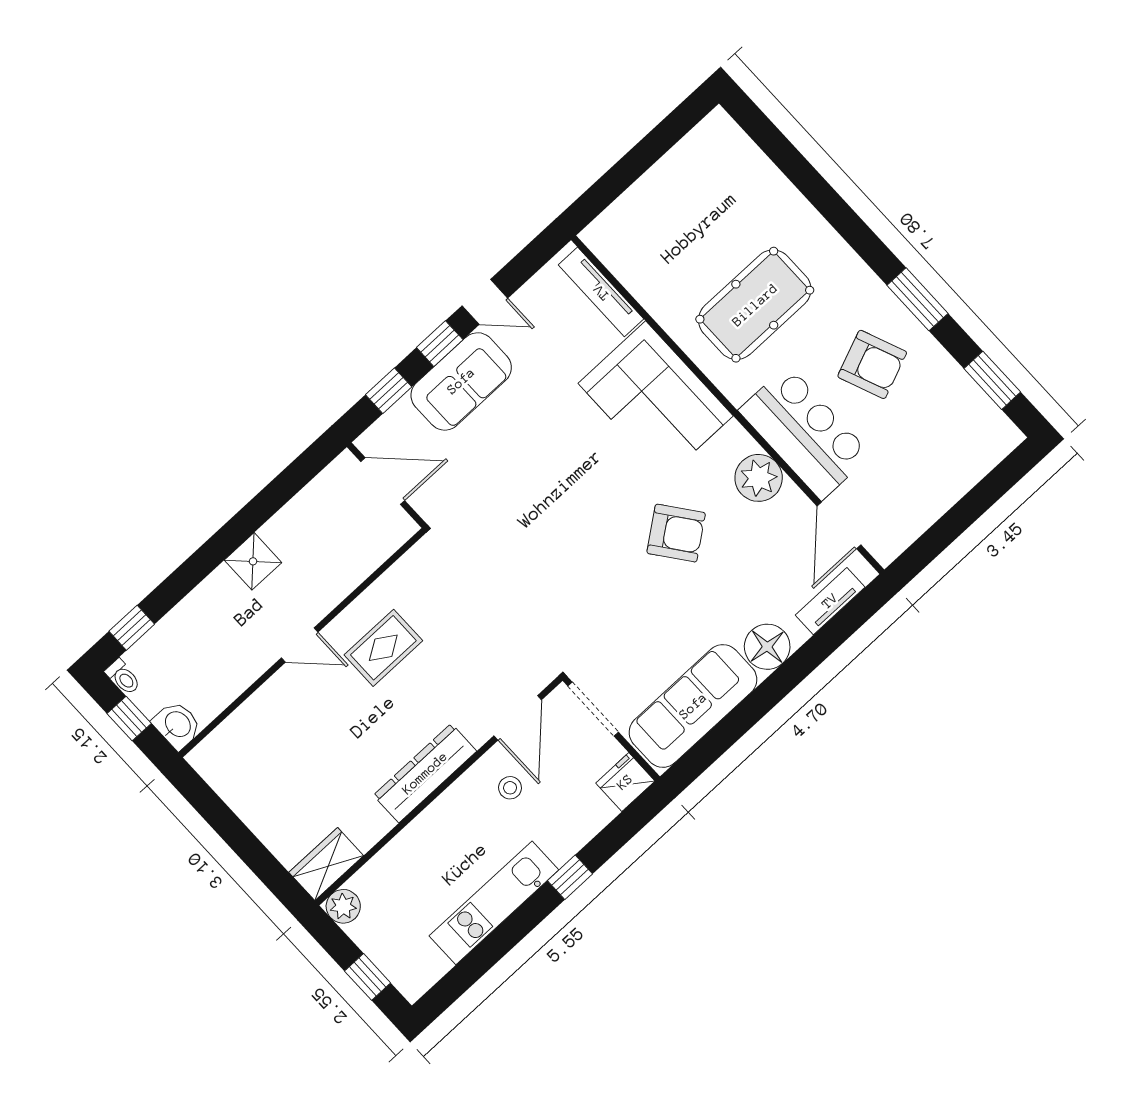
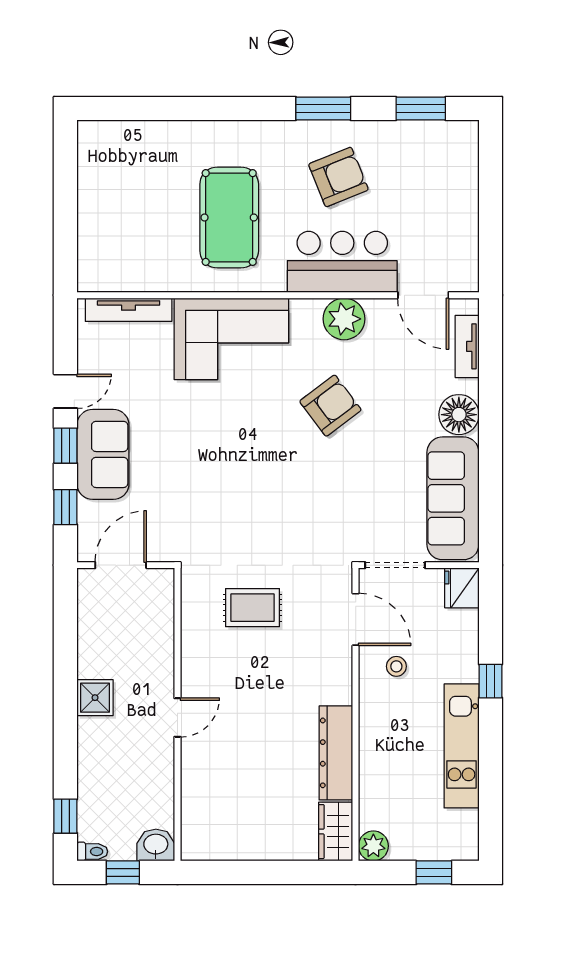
rug: (383, 648) -> (253, 608), moved, turned 90
dresser: (425, 773) -> (336, 753), moved

